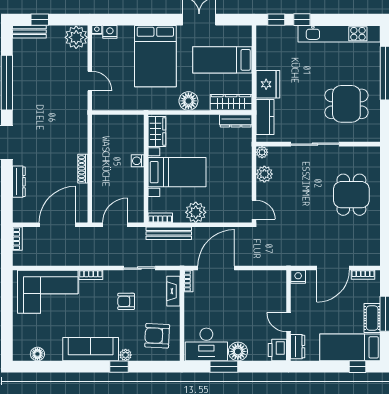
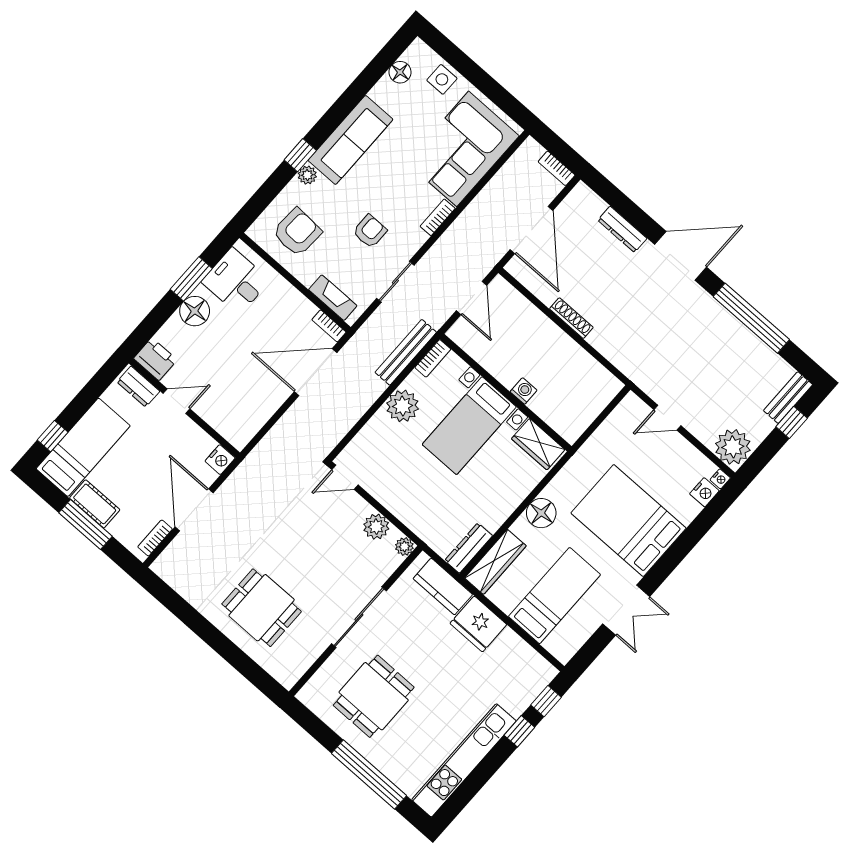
door: (216, 268) -> (316, 372), swing flipped
side table: (23, 331) -> (442, 79), added
desk: (206, 344) -> (236, 281), width x0.73

